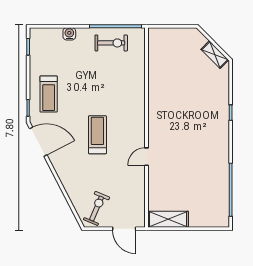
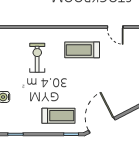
exercise bike: (111, 43) -> (37, 58), moved
treadmill: (97, 135) -> (82, 50), moved

